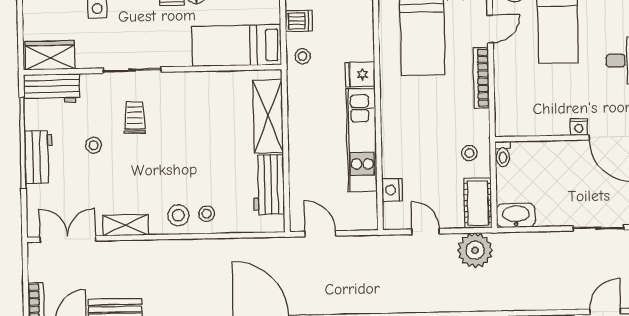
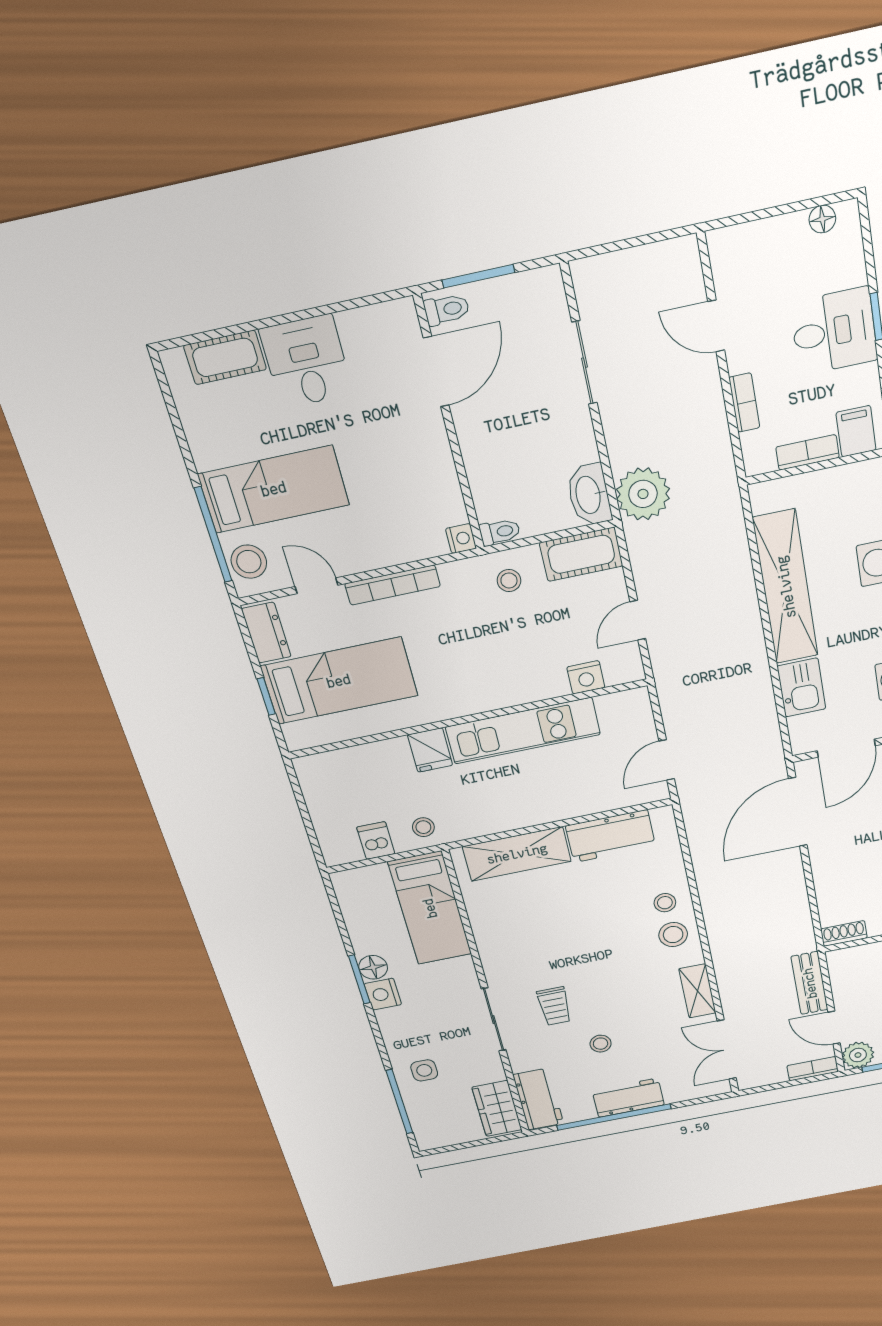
trolley: (135, 117) -> (554, 1006), turned -90
nightstand: (579, 127) -> (461, 538), moved
plant: (475, 250) -> (643, 494), moved

